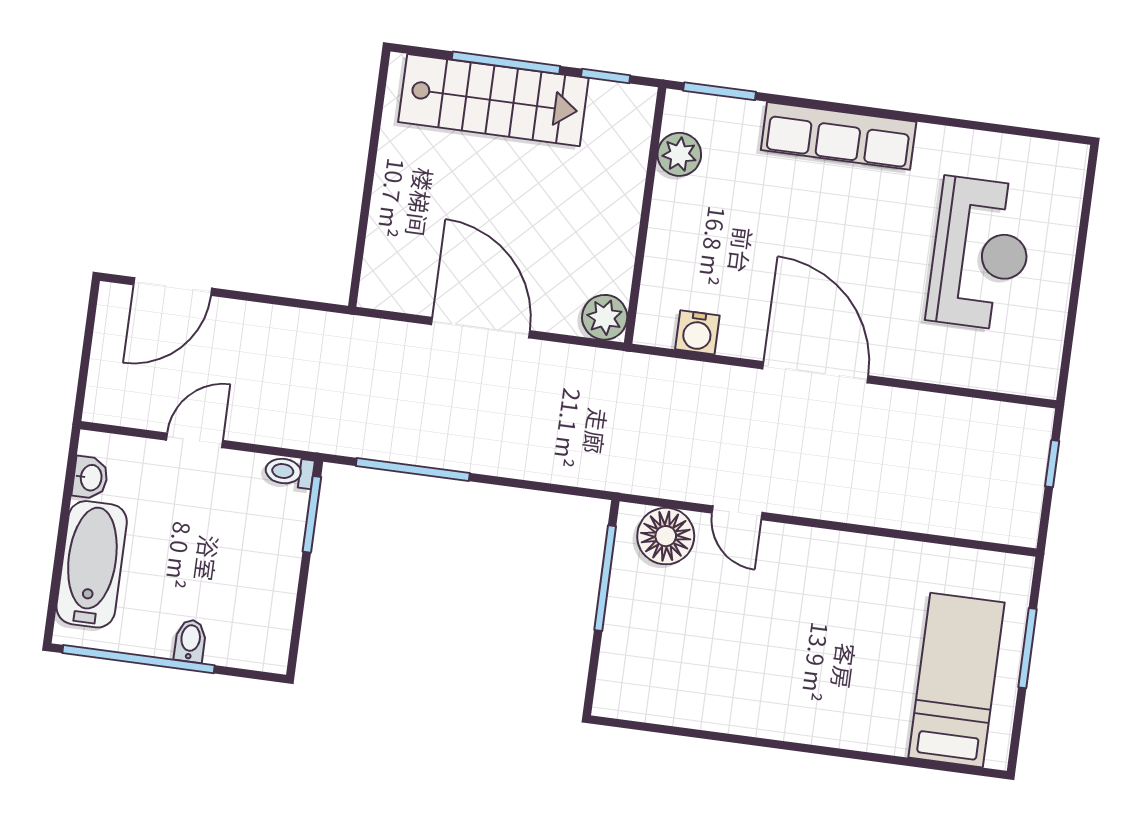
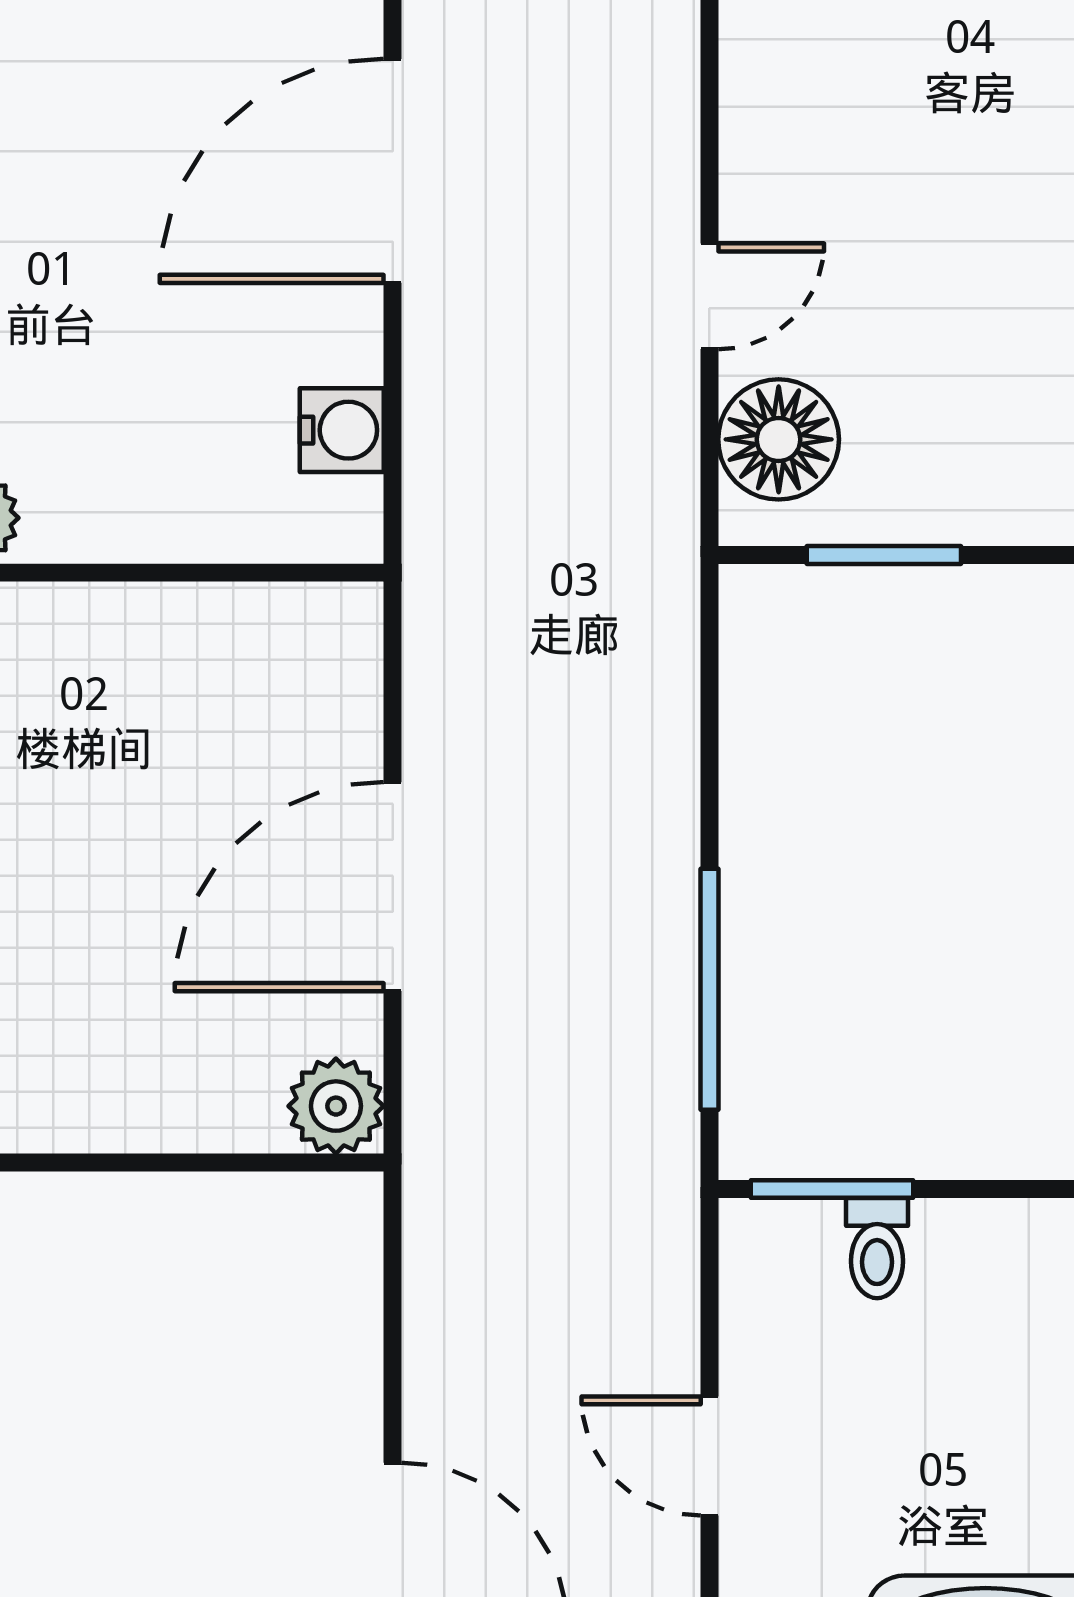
plant: (605, 317) -> (336, 1106), moved
toilet: (289, 472) -> (877, 1248), moved
window: (605, 578) -> (884, 555), width x0.69

